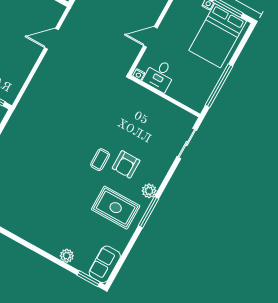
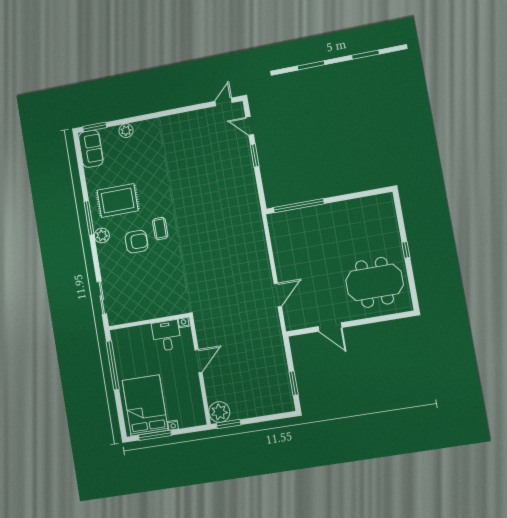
armchair: (126, 164) -> (137, 242), turned 90

